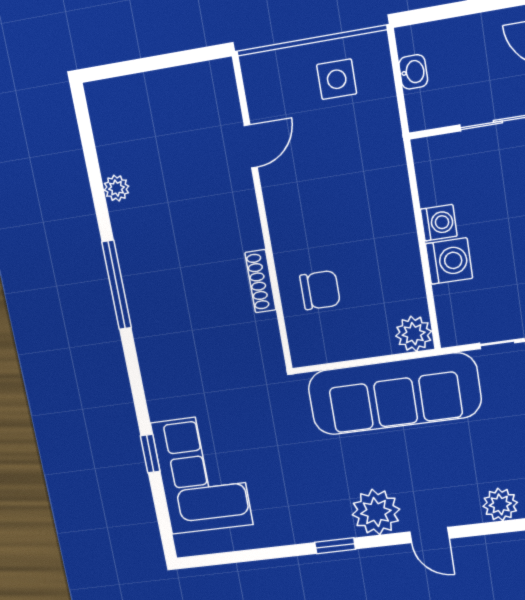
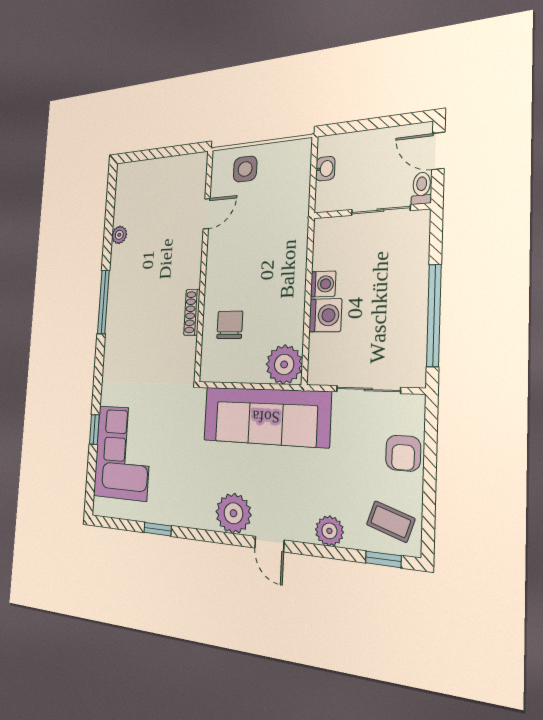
side table: (337, 79) -> (245, 169), moved
chair: (320, 290) -> (230, 325), turned -90
plant: (414, 334) -> (284, 364), width x1.36, depth x1.36
window: (335, 546) -> (158, 529), moved

